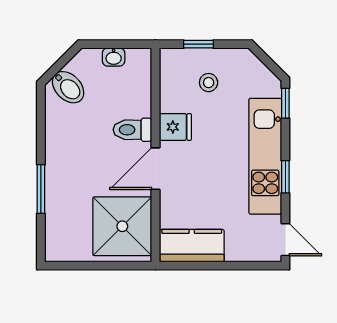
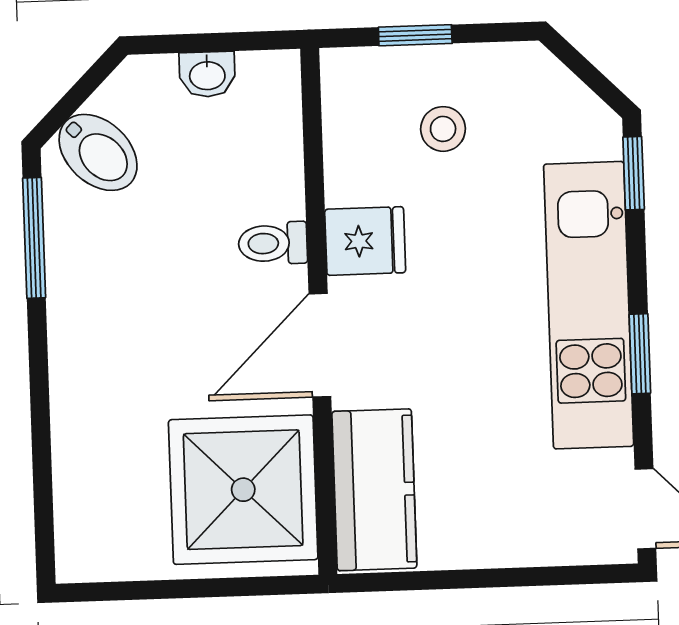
toilet: (132, 130) -> (273, 243), width x0.73, depth x0.72
window: (41, 189) -> (34, 238), moved
kitchen counter: (192, 246) -> (374, 490), moved, turned 90

